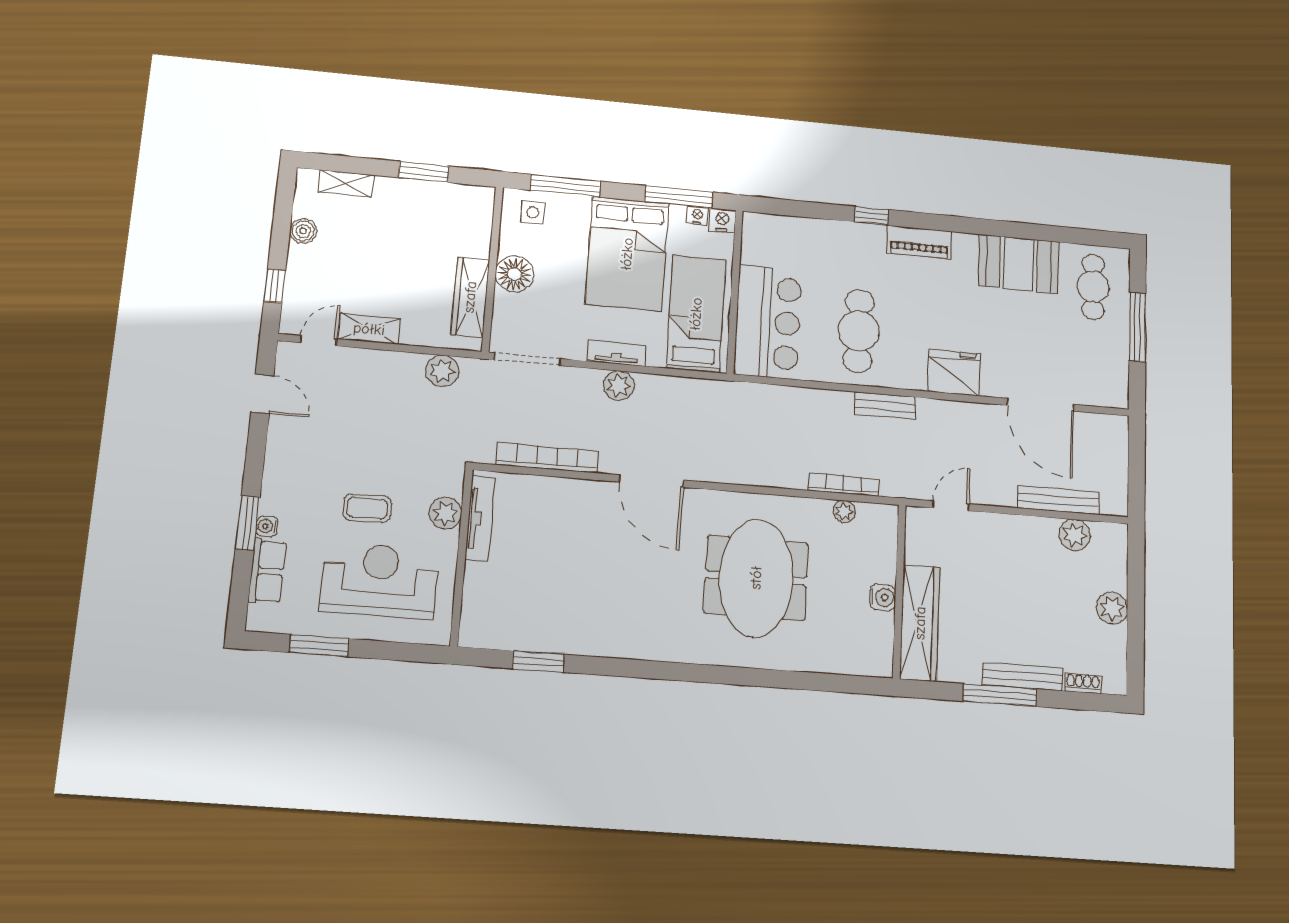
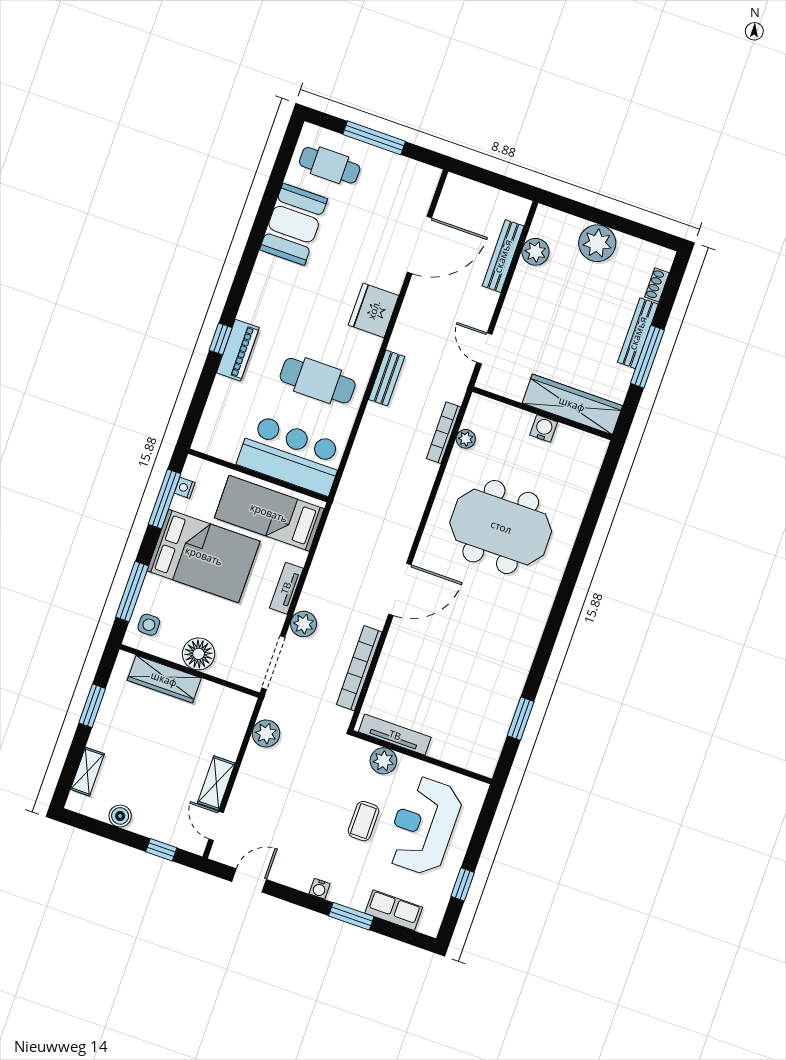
nightstand: (722, 220) -> (194, 468), removed
piano: (919, 242) -> (238, 350), moved
wardrobe: (470, 297) -> (164, 679), moved
plant: (619, 386) -> (304, 624), moved
water cooler: (267, 526) -> (319, 889), moved
plant: (1112, 608) -> (597, 243), width x1.36, depth x1.36
window: (319, 646) -> (463, 884), width x0.67

